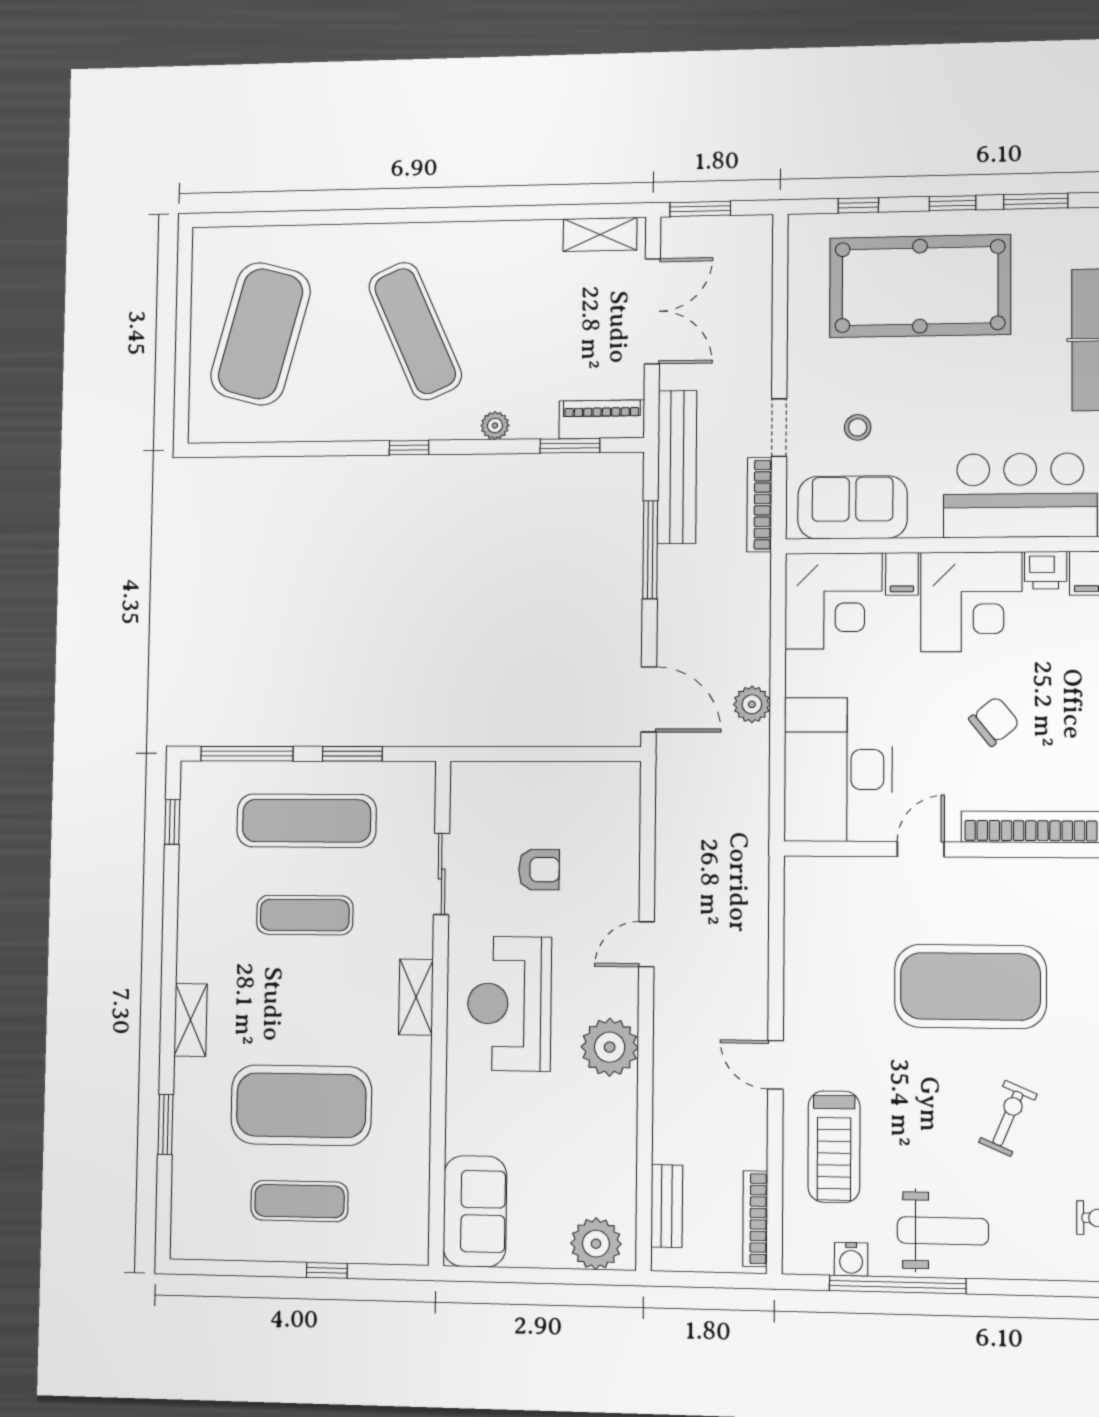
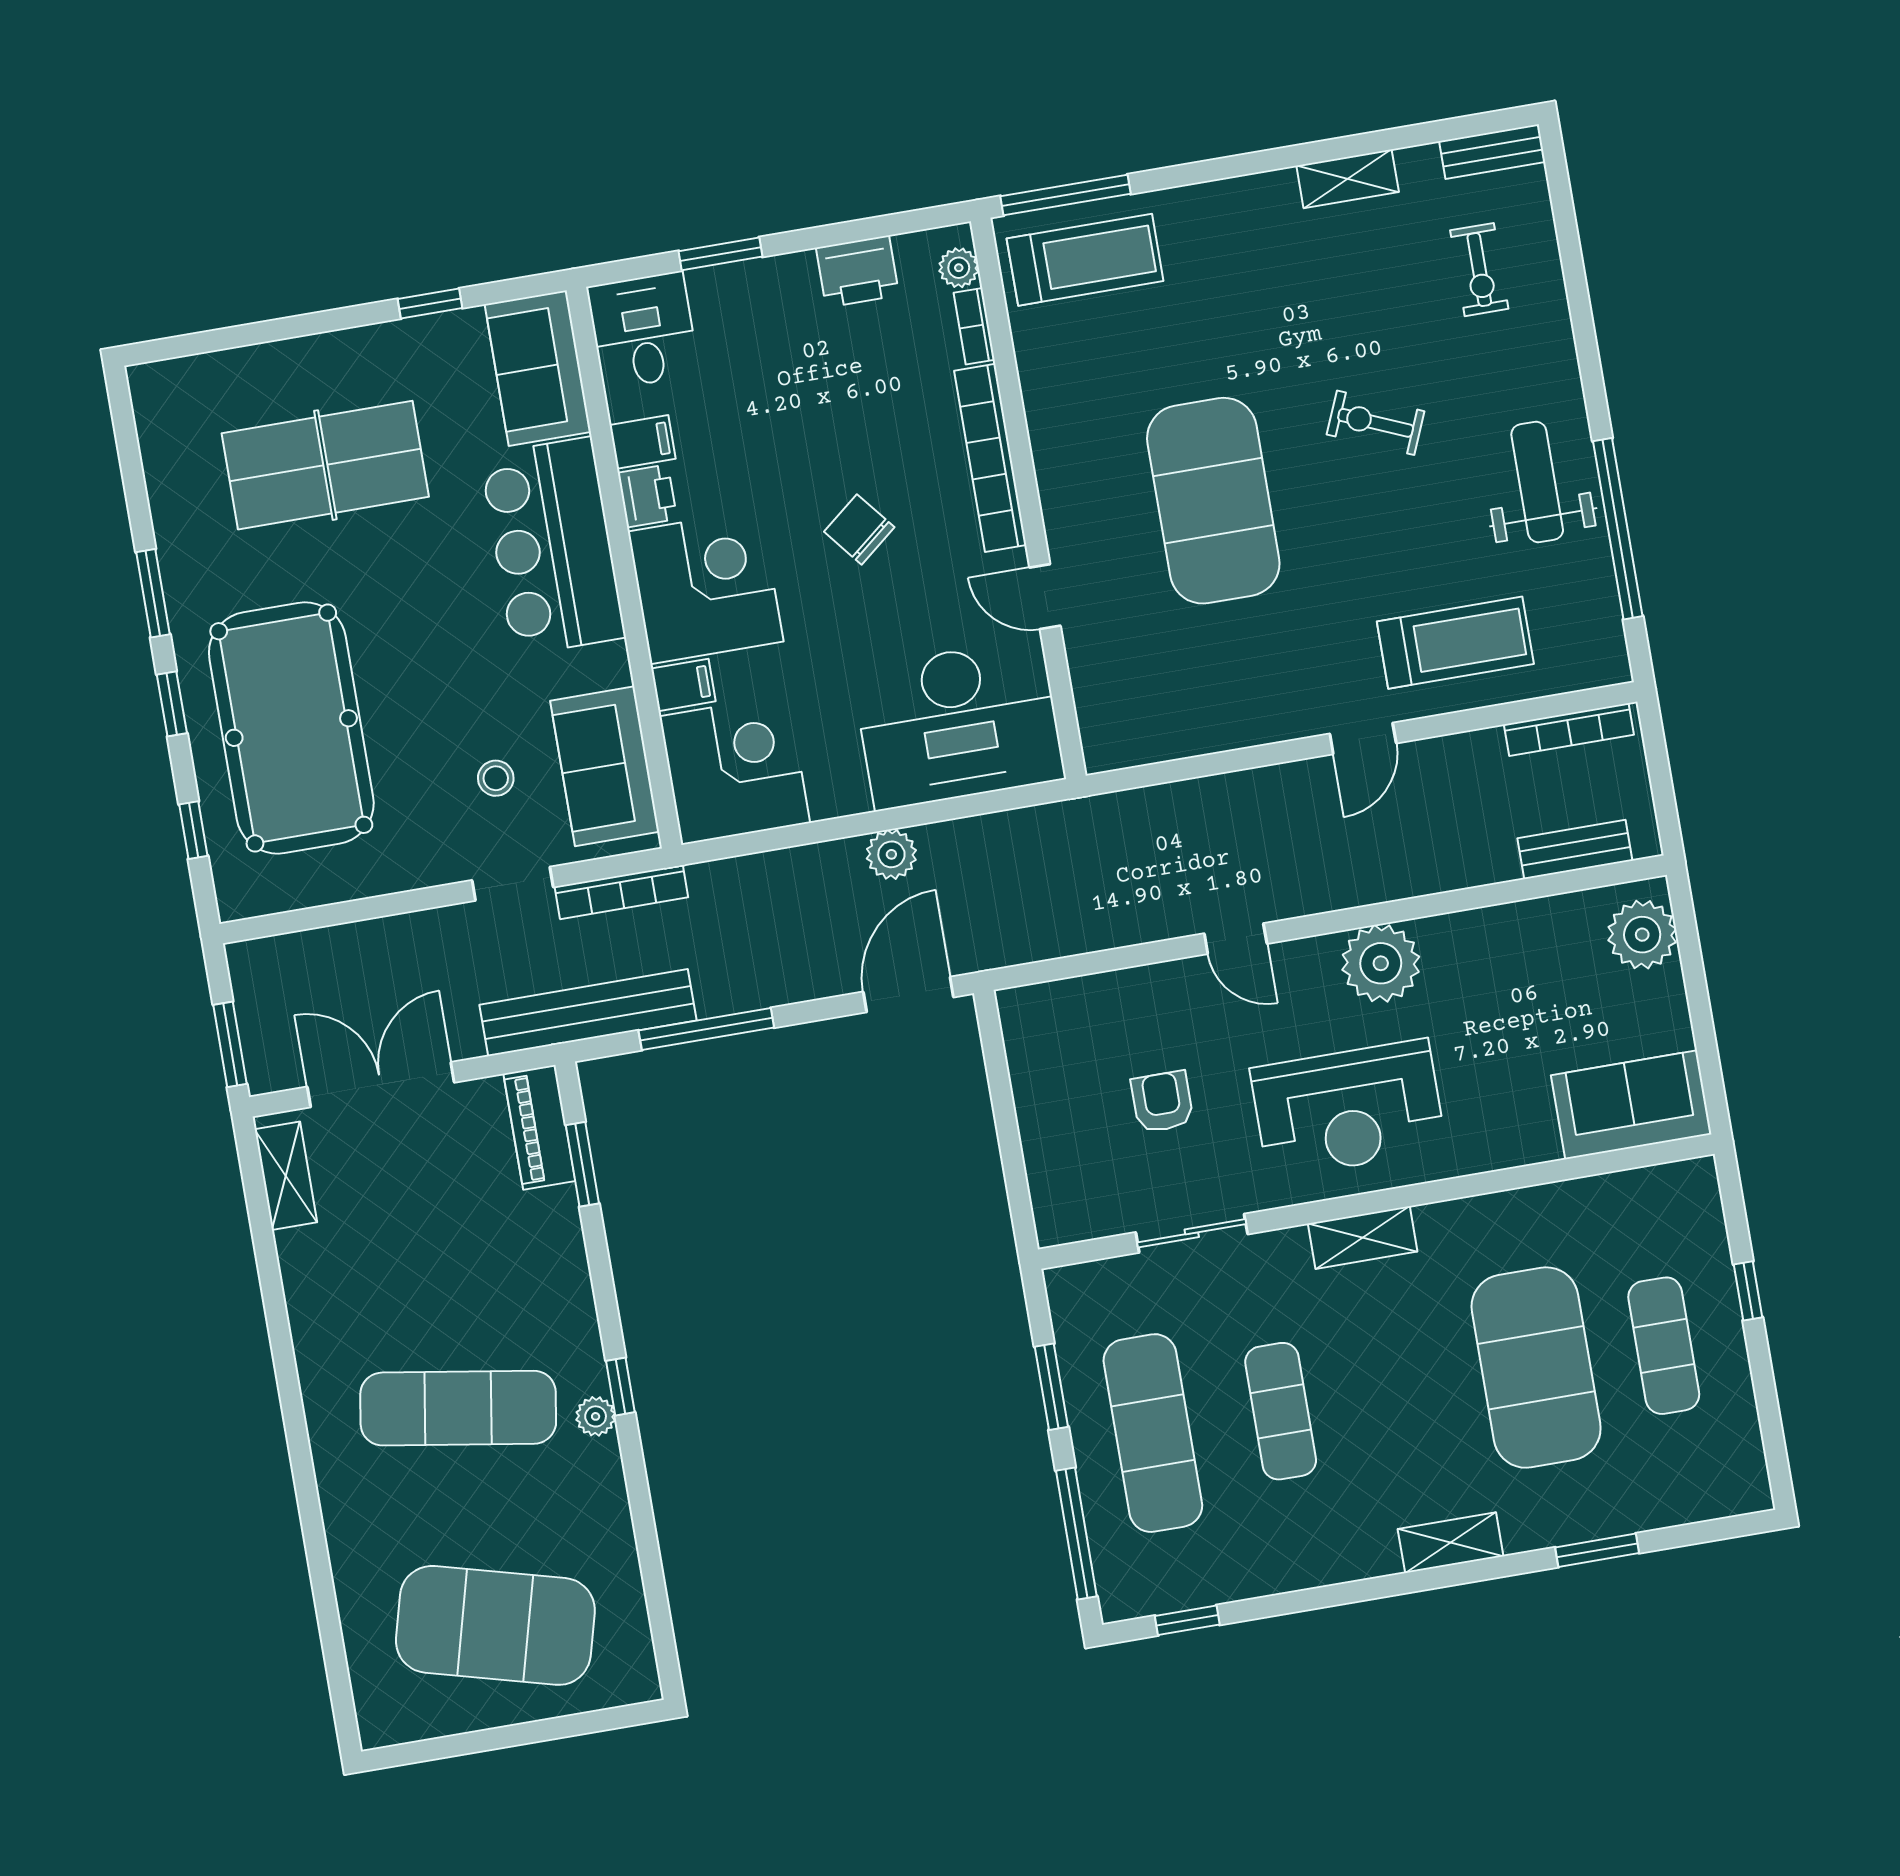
exercise mat: (415, 331) -> (458, 1408), turned 33
plant: (495, 426) -> (596, 1416), moved
water cooler: (851, 1259) -> (1597, 595), removed

